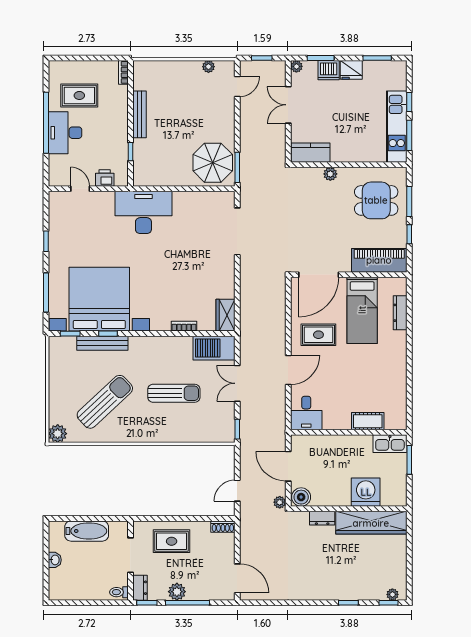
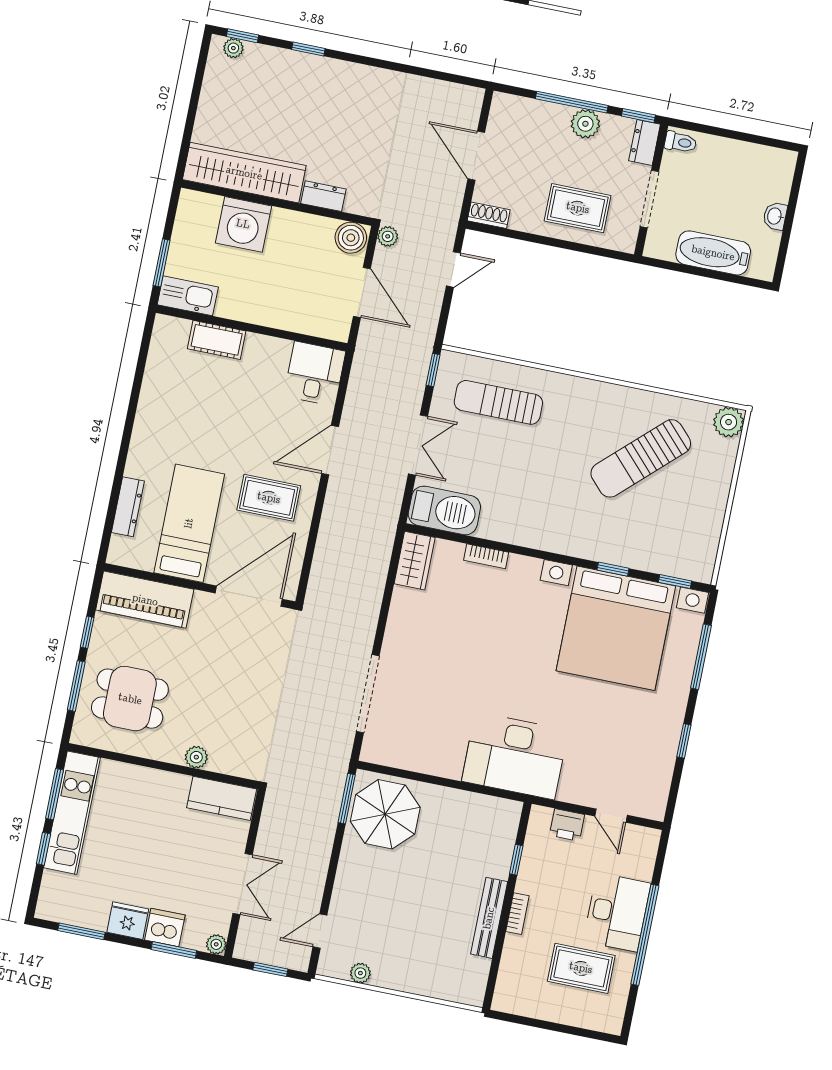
bookcase: (123, 72) -> (517, 914), moved
bench: (102, 343) -> (625, 555), removed
sun lounger: (174, 393) -> (498, 402), moved
door: (237, 578) -> (476, 156), moved

